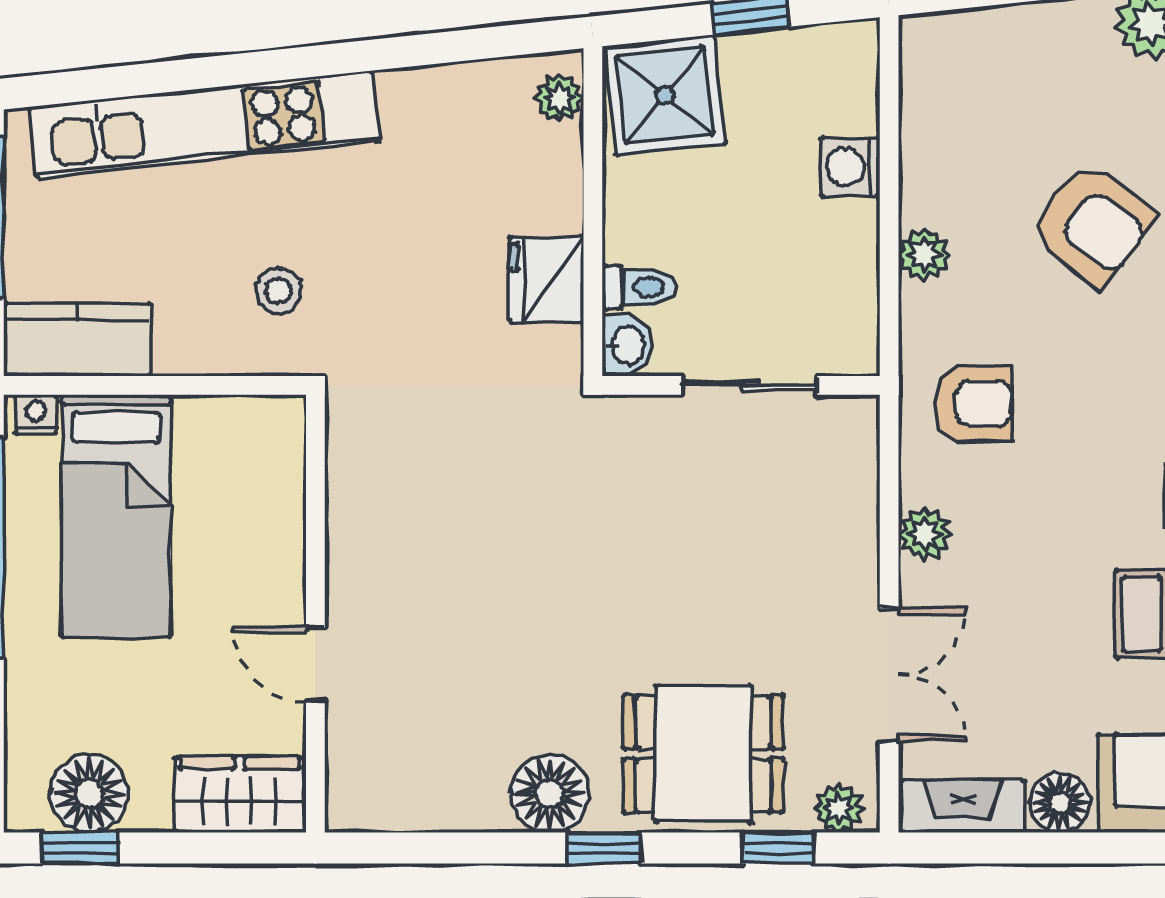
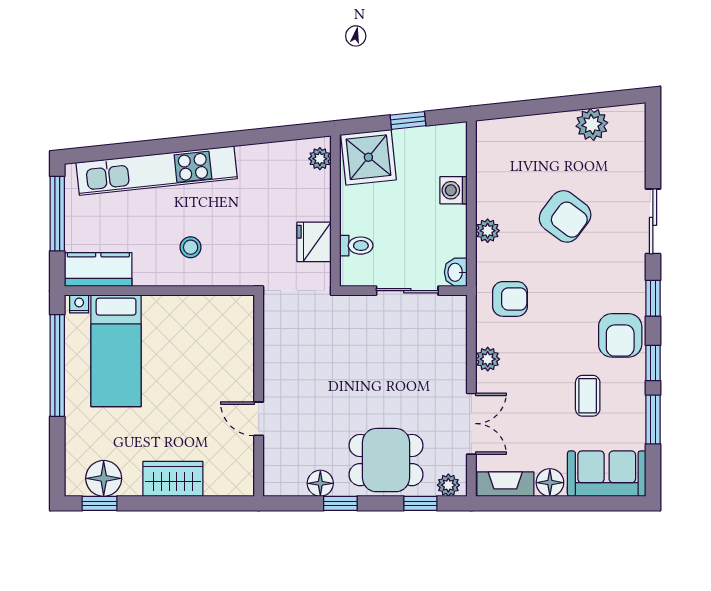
washbasin: (627, 345) -> (456, 272), moved, turned 180
wall: (315, 614) -> (259, 396), moved
door: (315, 664) -> (259, 419), moved
floor lamp: (550, 794) -> (320, 483), width x0.73, depth x0.73

